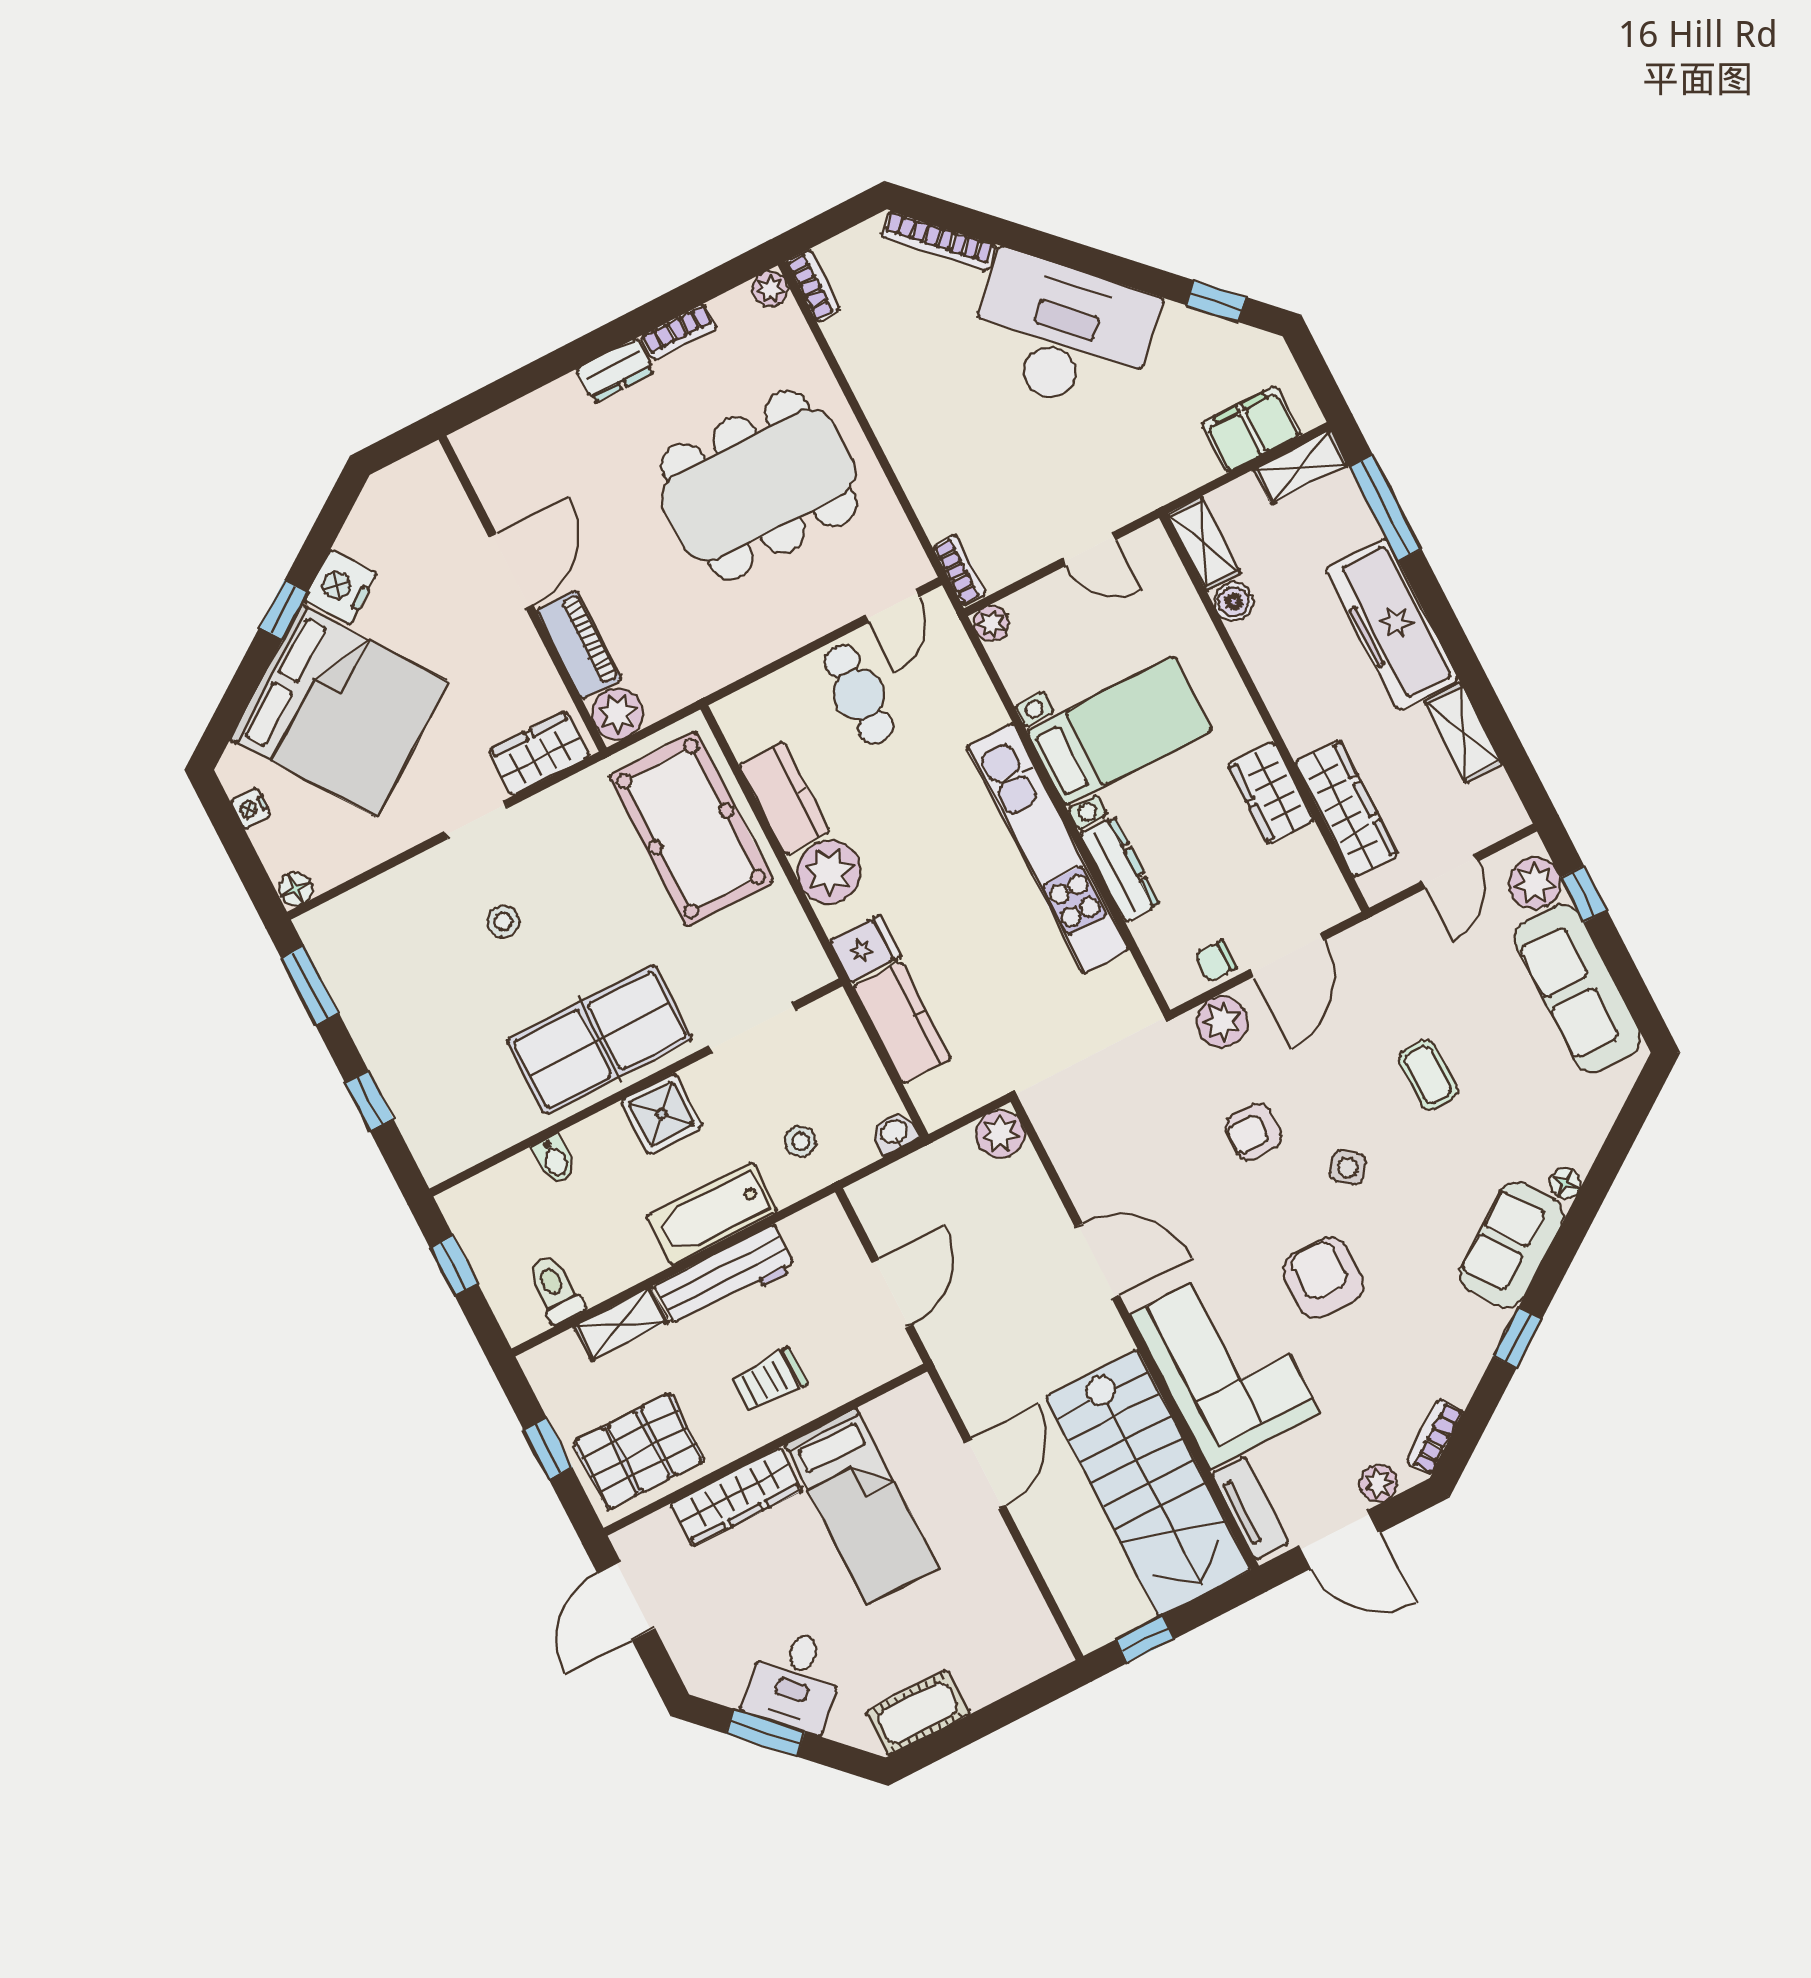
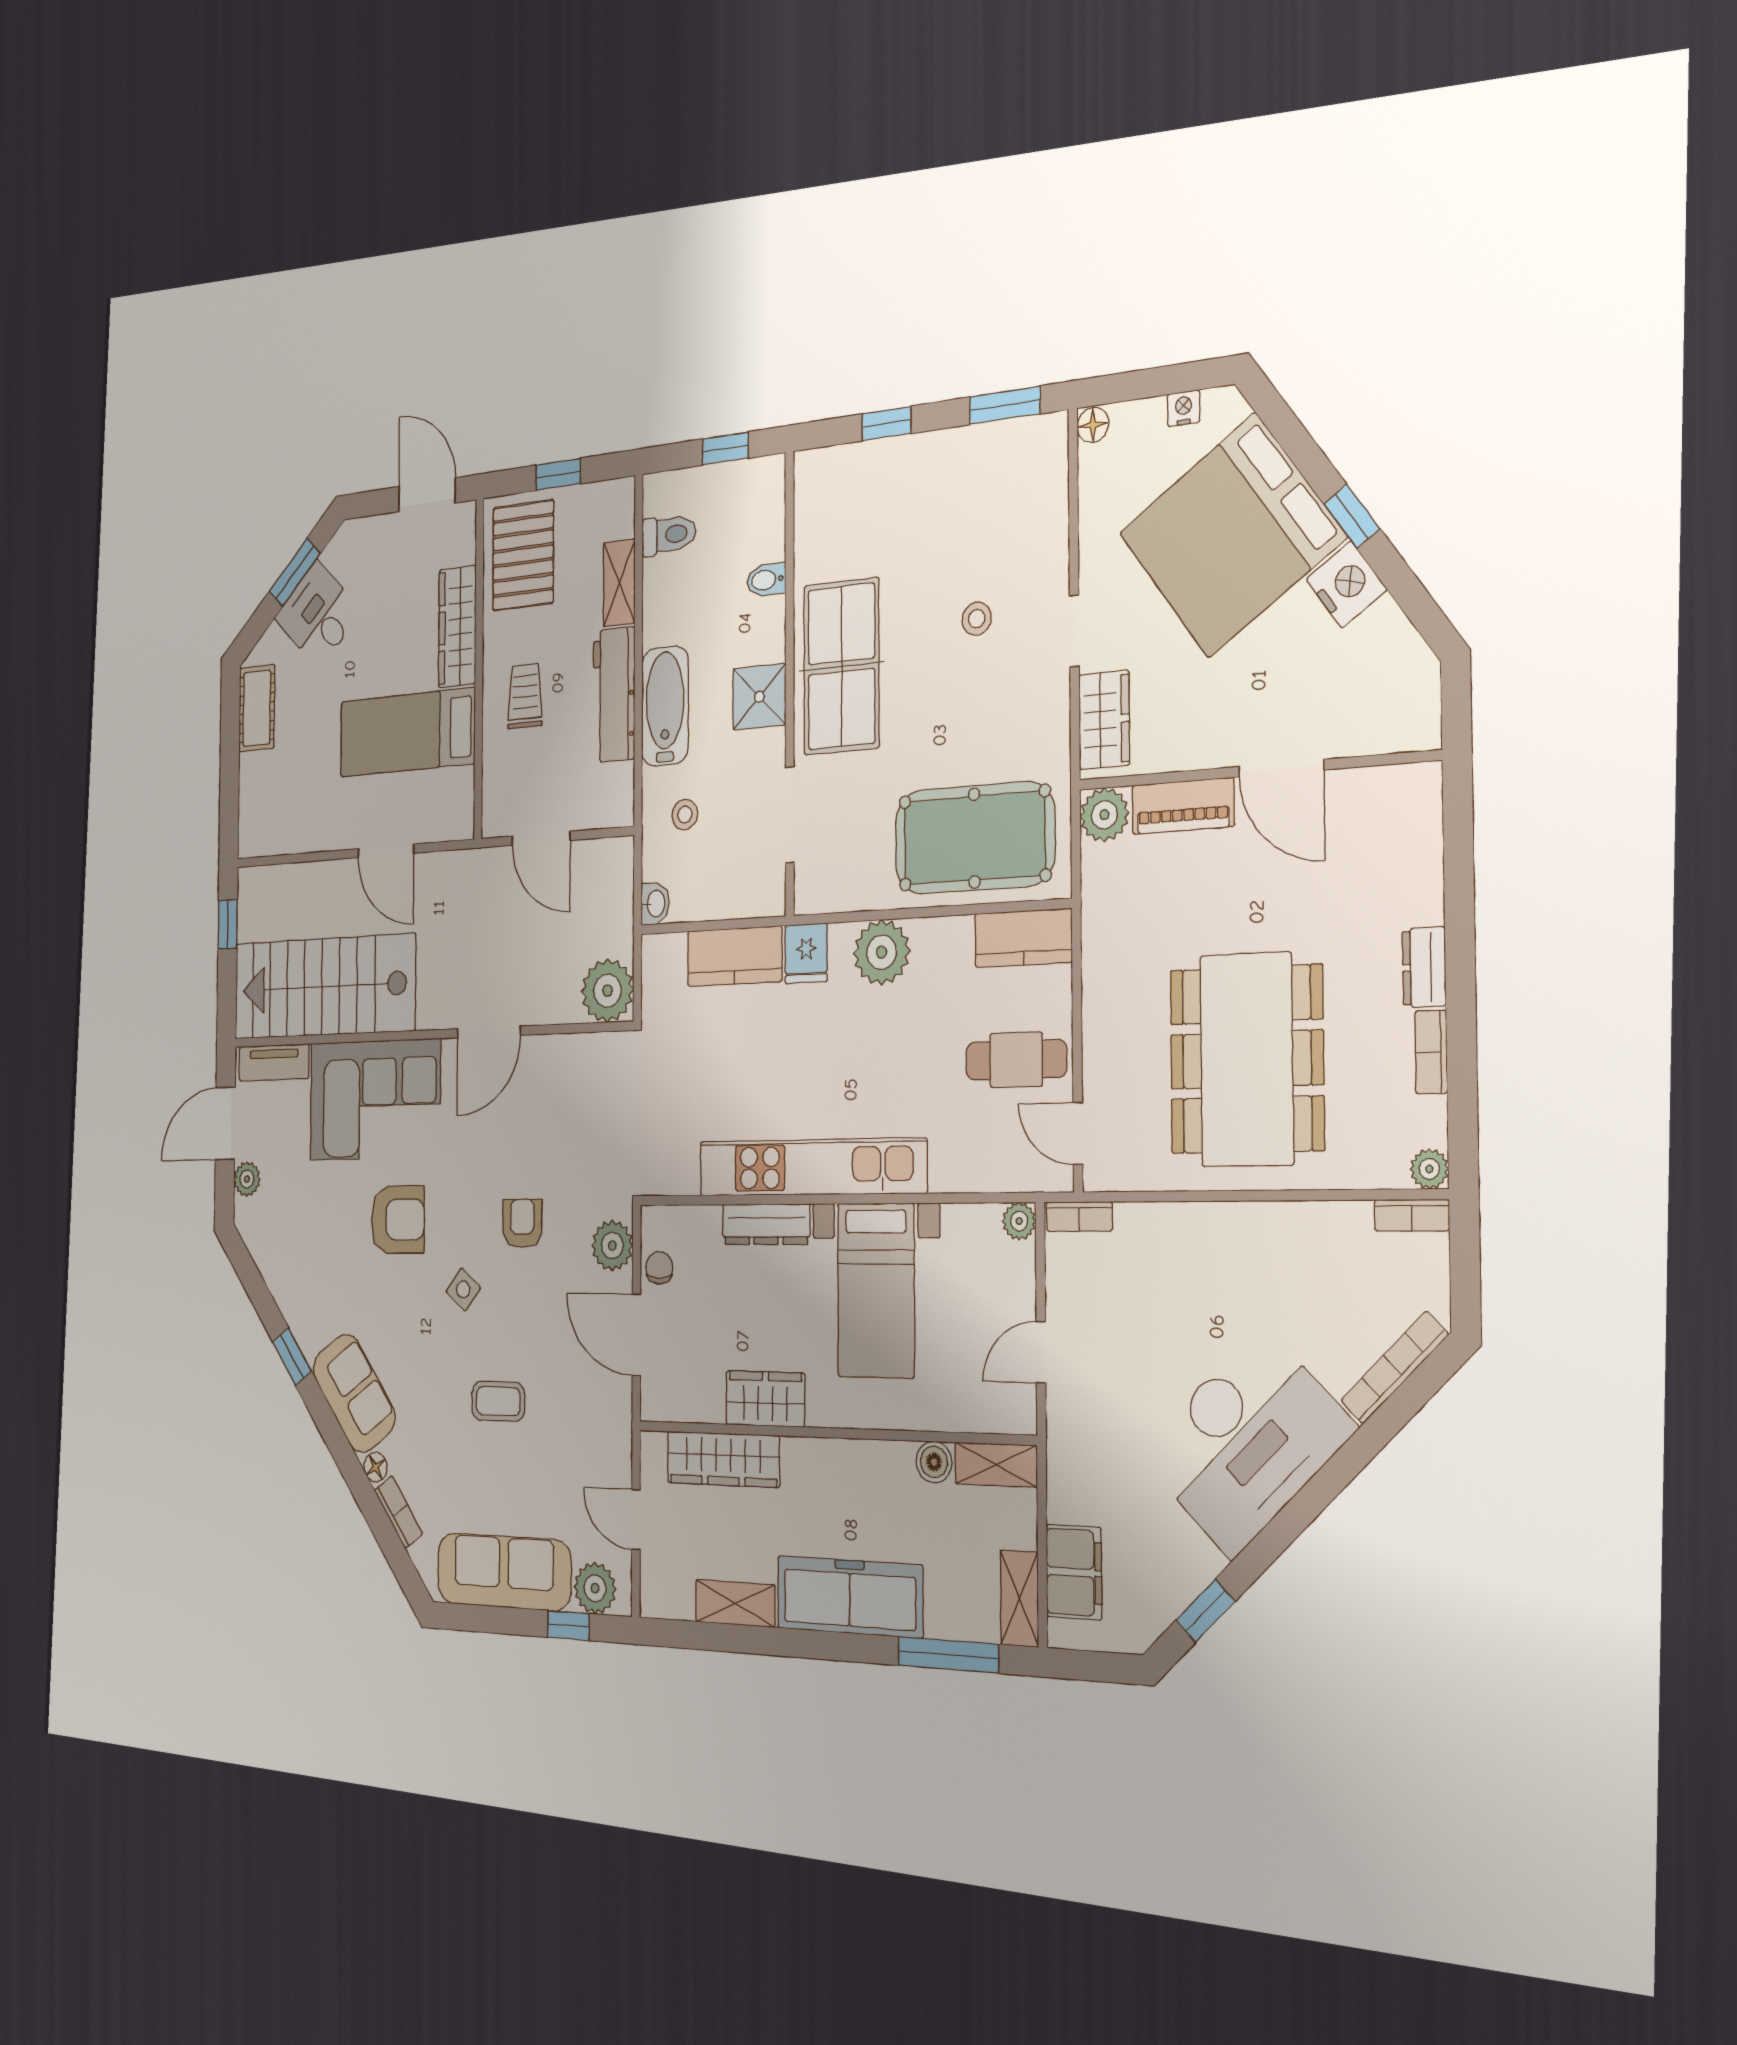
kitchen counter: (785, 798) -> (1023, 938), moved
plant: (1000, 1134) -> (607, 991), width x1.36, depth x1.36
bookcase: (1435, 1437) -> (398, 1512), moved

